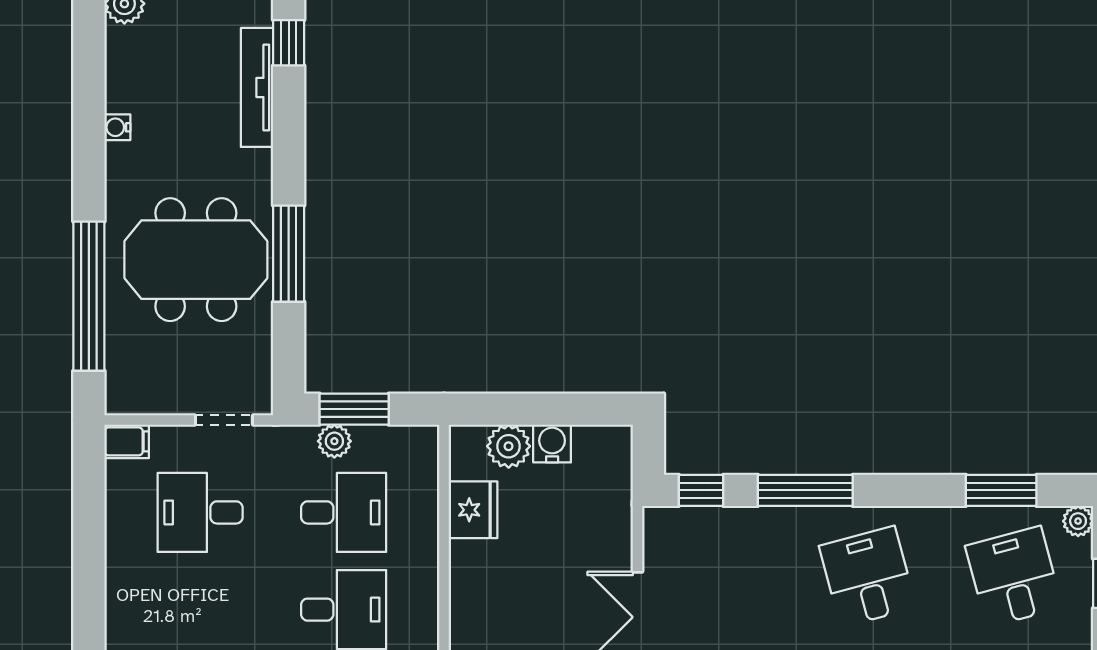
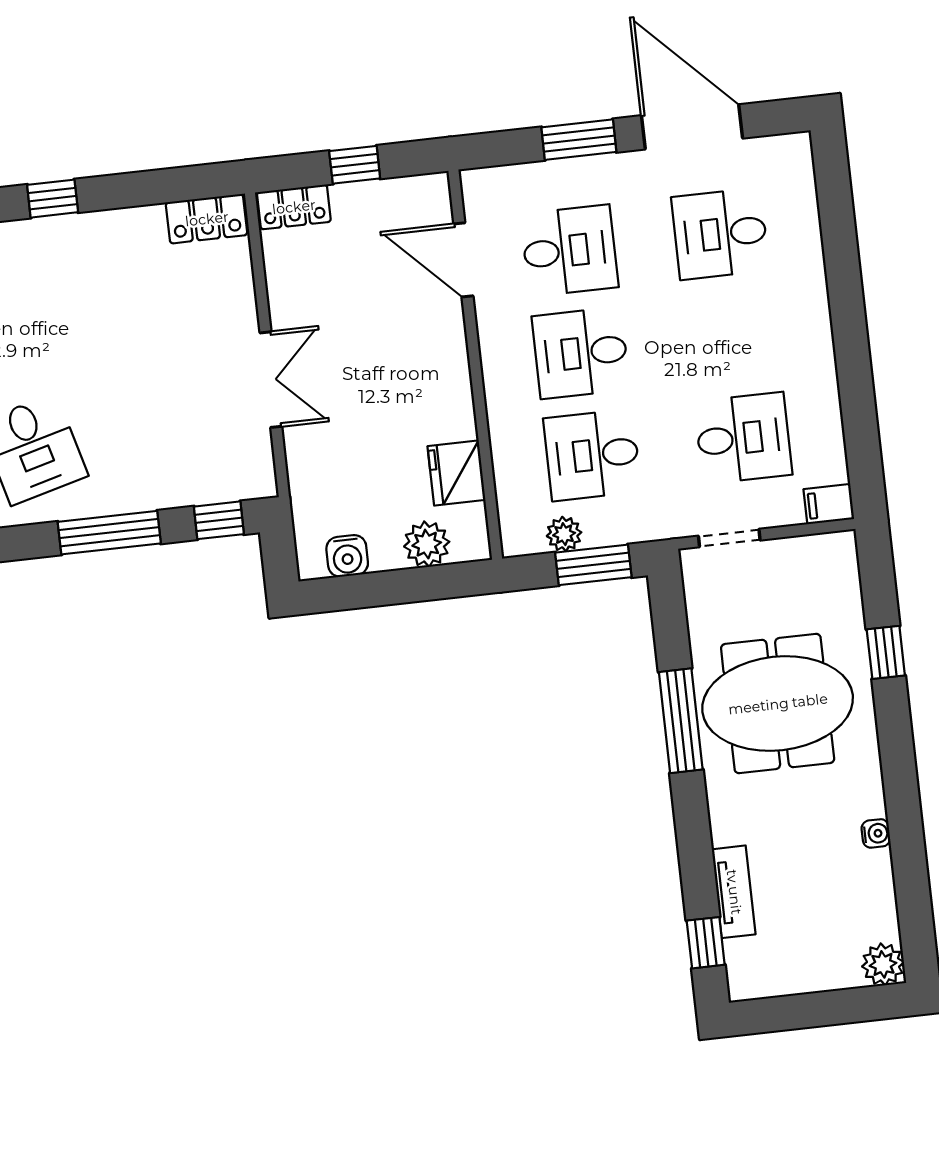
tv unit: (257, 87) -> (734, 892), width x0.71
window: (89, 296) -> (886, 652), width x0.32
plant: (334, 441) -> (564, 534), moved
water cooler: (552, 444) -> (347, 556), moved

